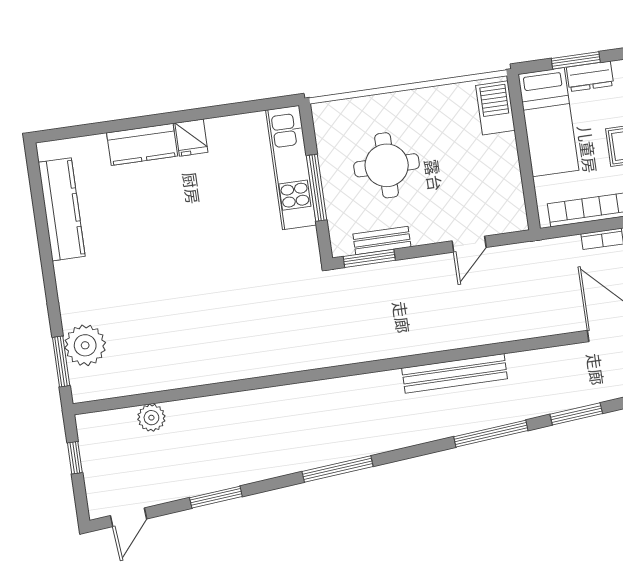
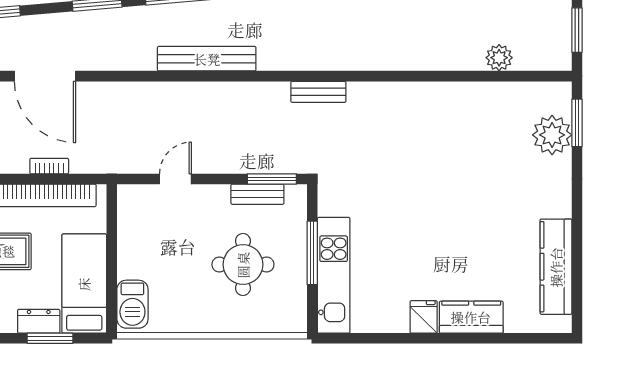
bench: (334, 356) -> (318, 92), added
window: (75, 458) -> (577, 30), width x1.50

